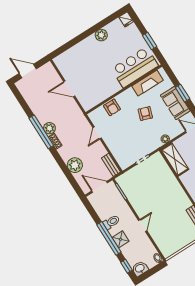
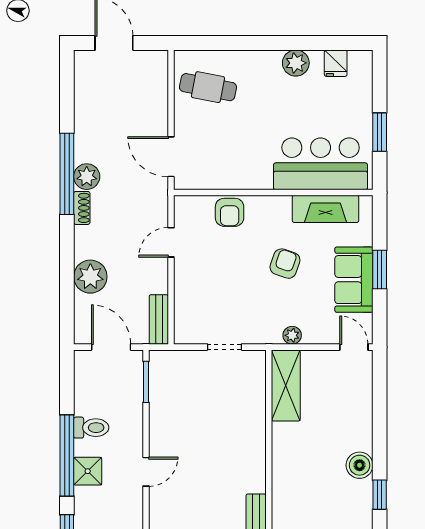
fridge: (126, 19) -> (336, 63), moved
cafe table: (74, 65) -> (208, 87), added
door: (69, 89) -> (171, 157), moved

